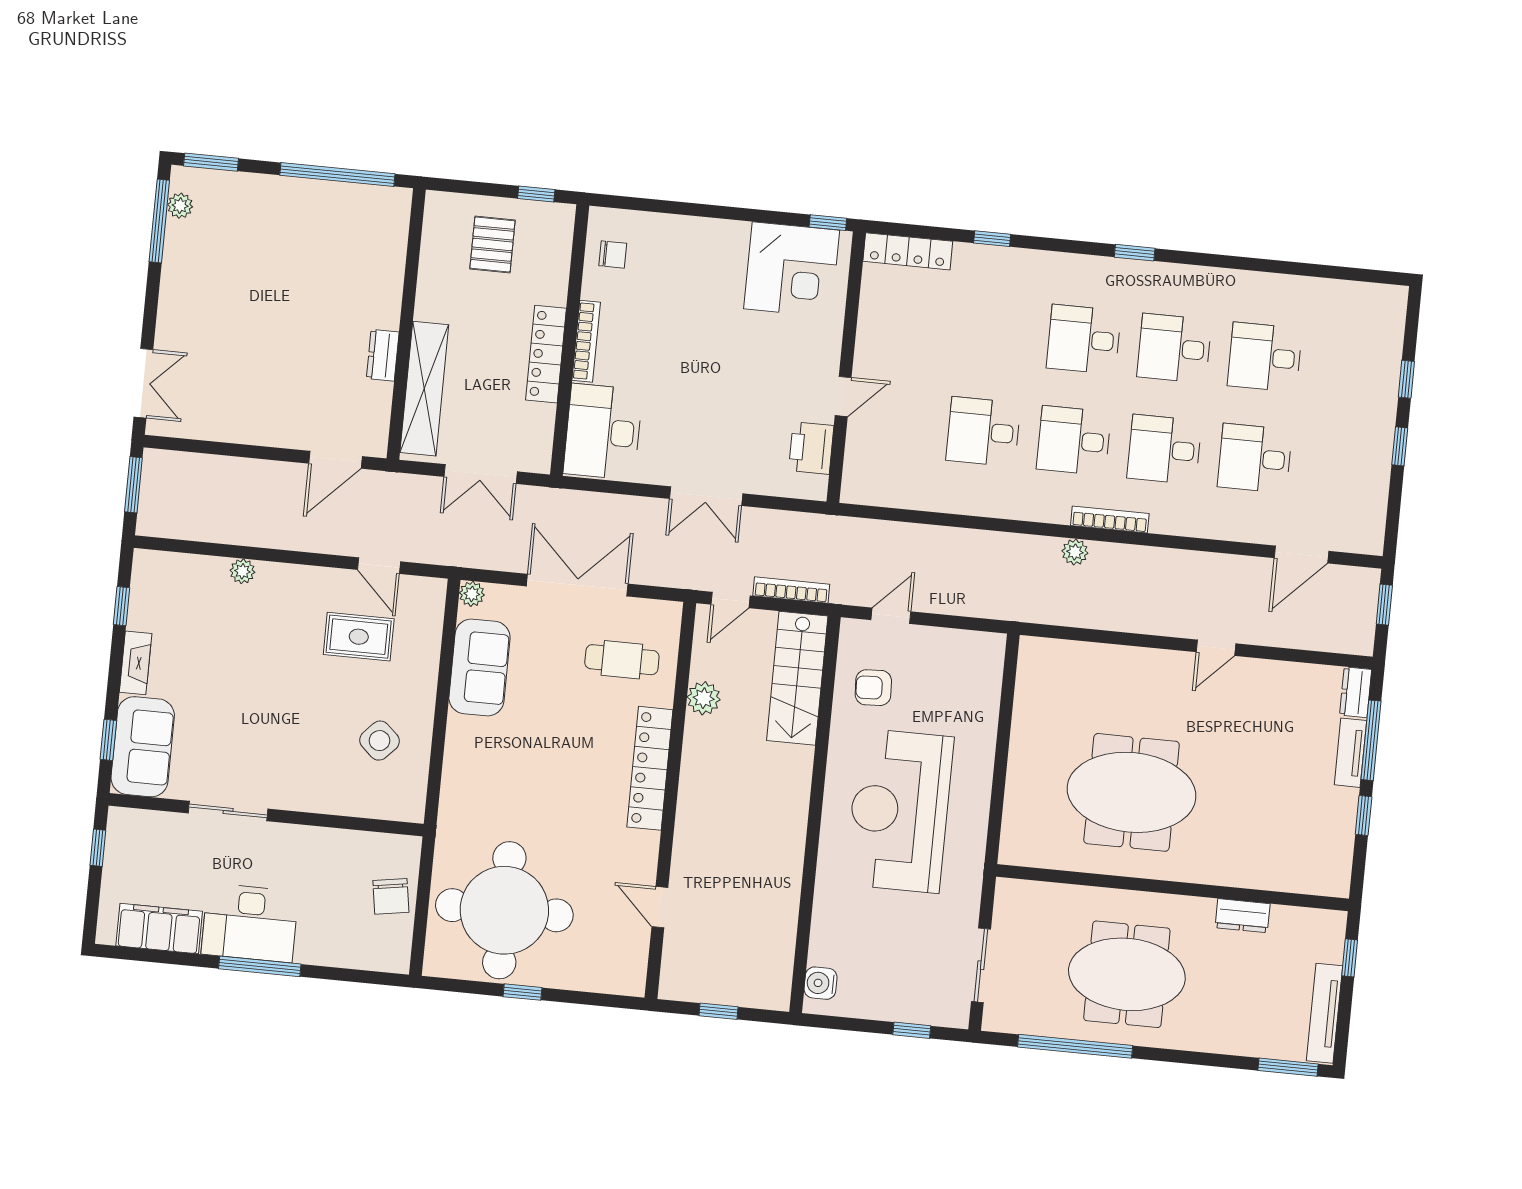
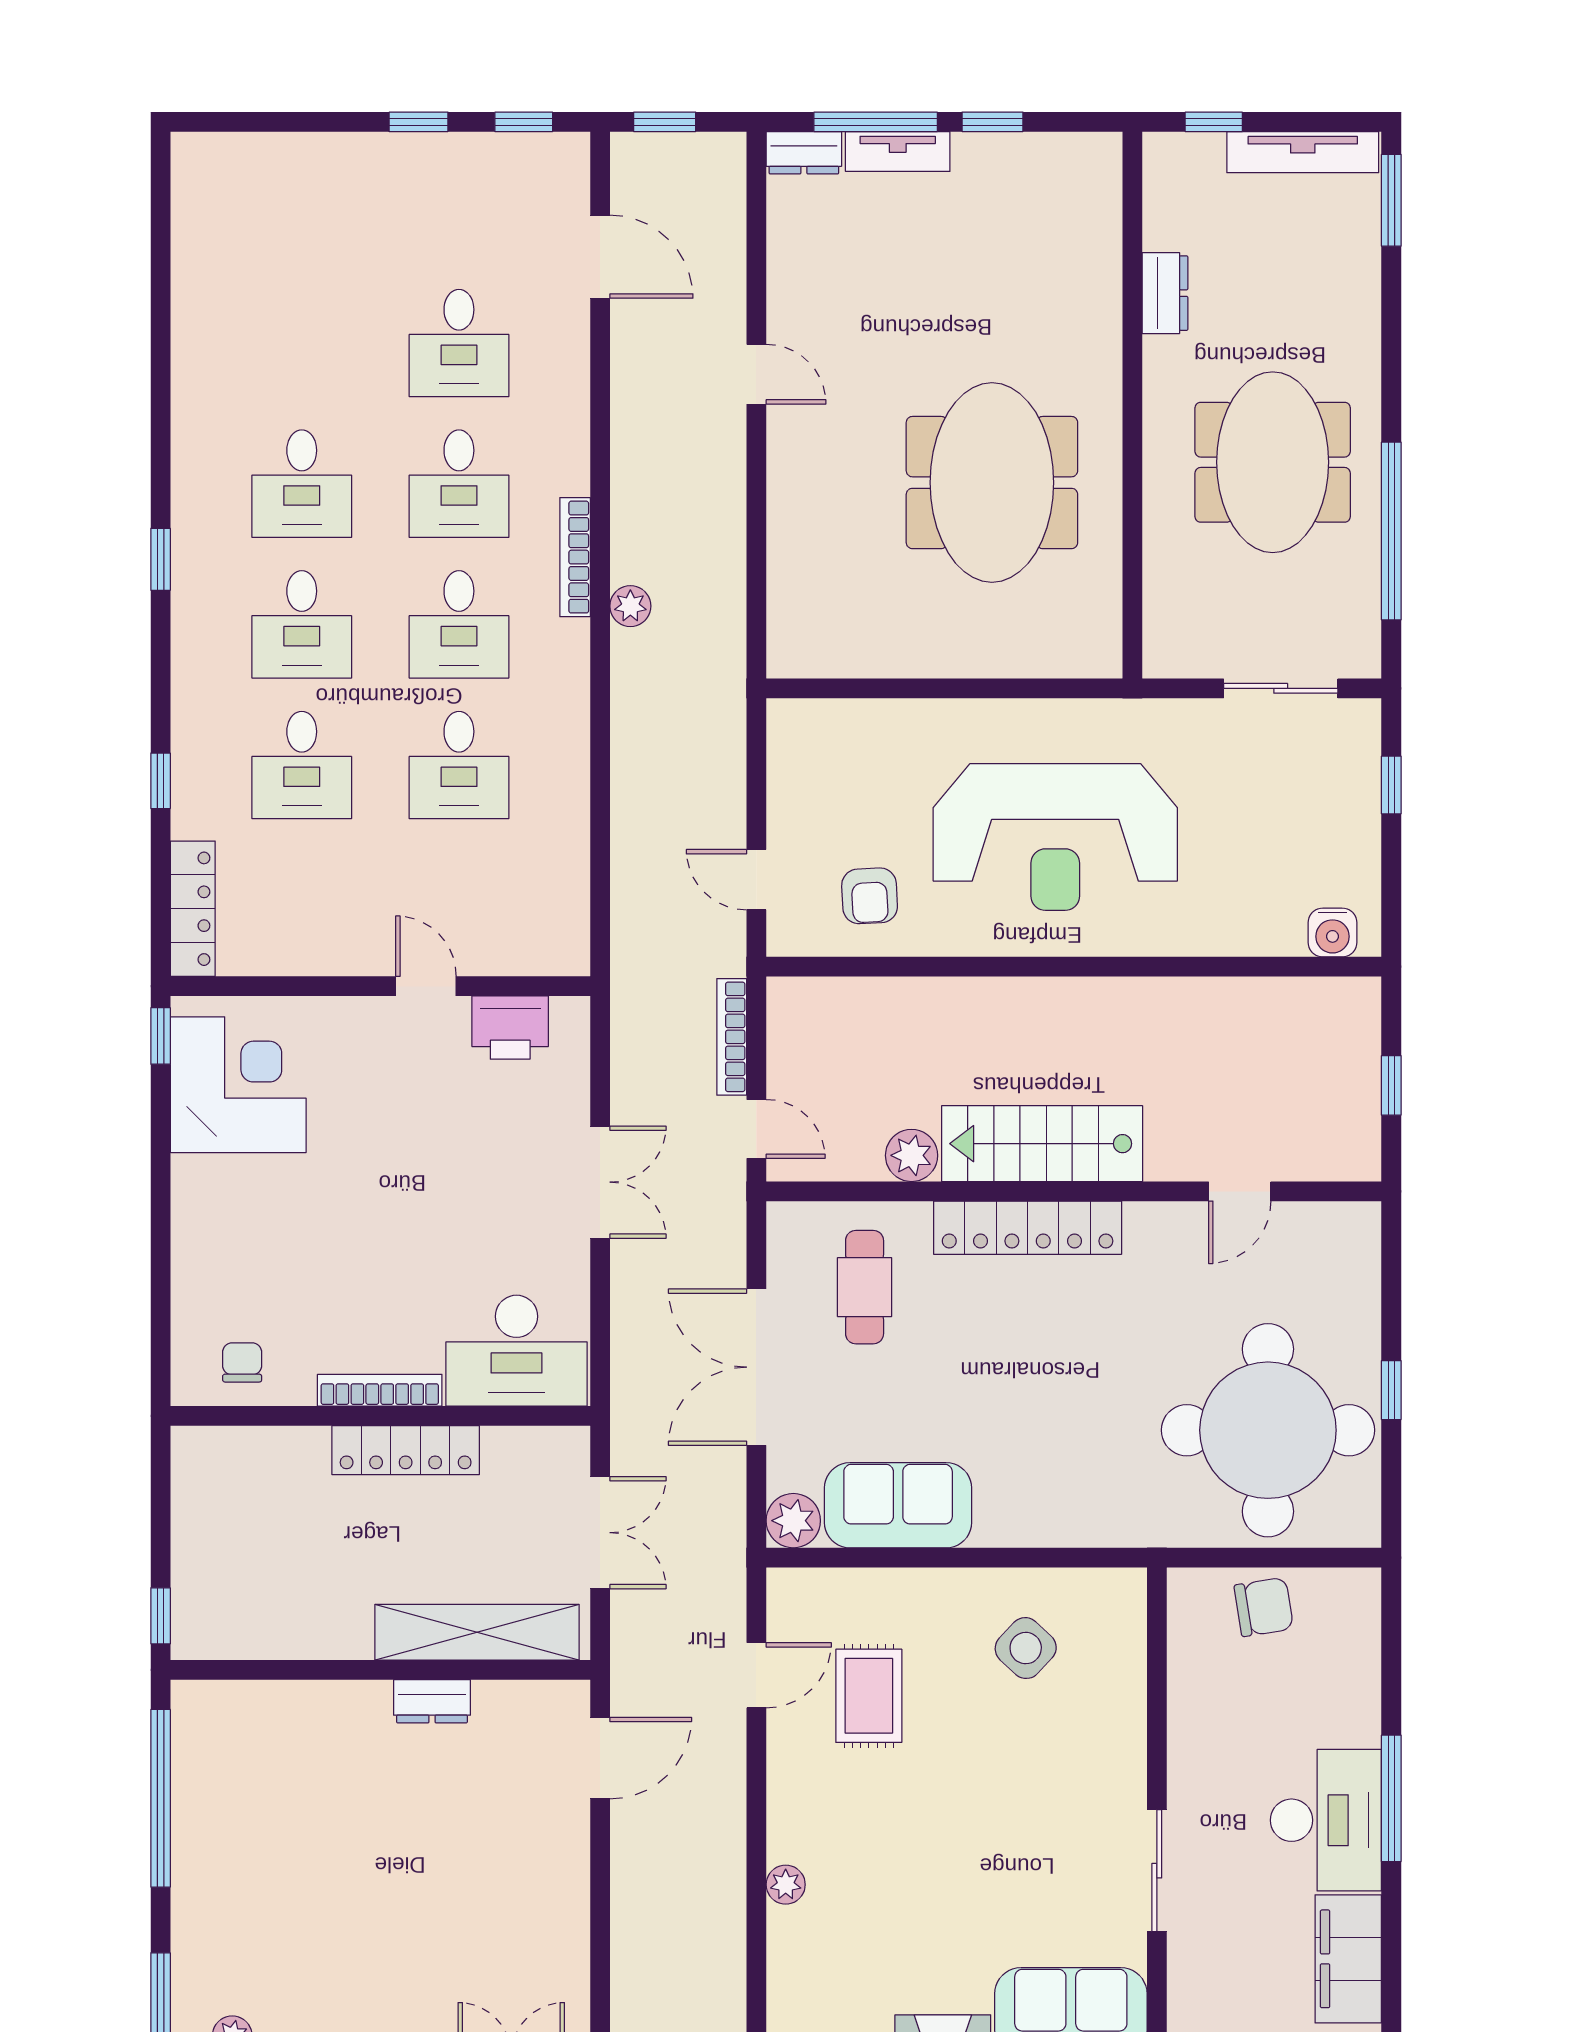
window: (536, 194) -> (161, 1616), moved
pallet: (492, 244) -> (245, 1549), removed
desk: (1265, 357) -> (302, 765), moved
window: (1406, 379) -> (524, 122), moved
door: (336, 460) -> (600, 1758), hinge flipped
plant: (472, 594) -> (793, 1521), width x1.38, depth x1.38
stairs: (797, 678) -> (1042, 1144), moved, turned 180

